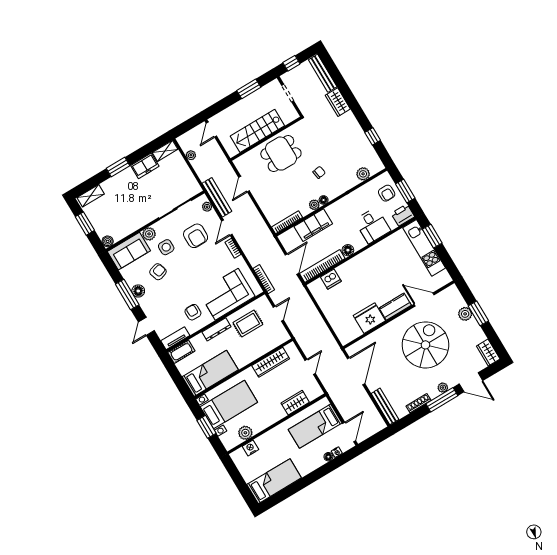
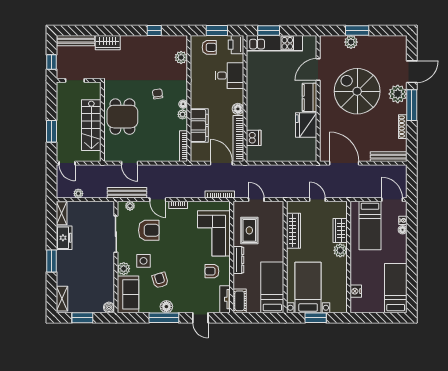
window: (249, 89) -> (51, 131), moved
wardrobe: (488, 353) -> (395, 42), removed
plant: (443, 388) -> (398, 94), width x1.88, depth x1.88
plant: (245, 433) -> (340, 250), moved

